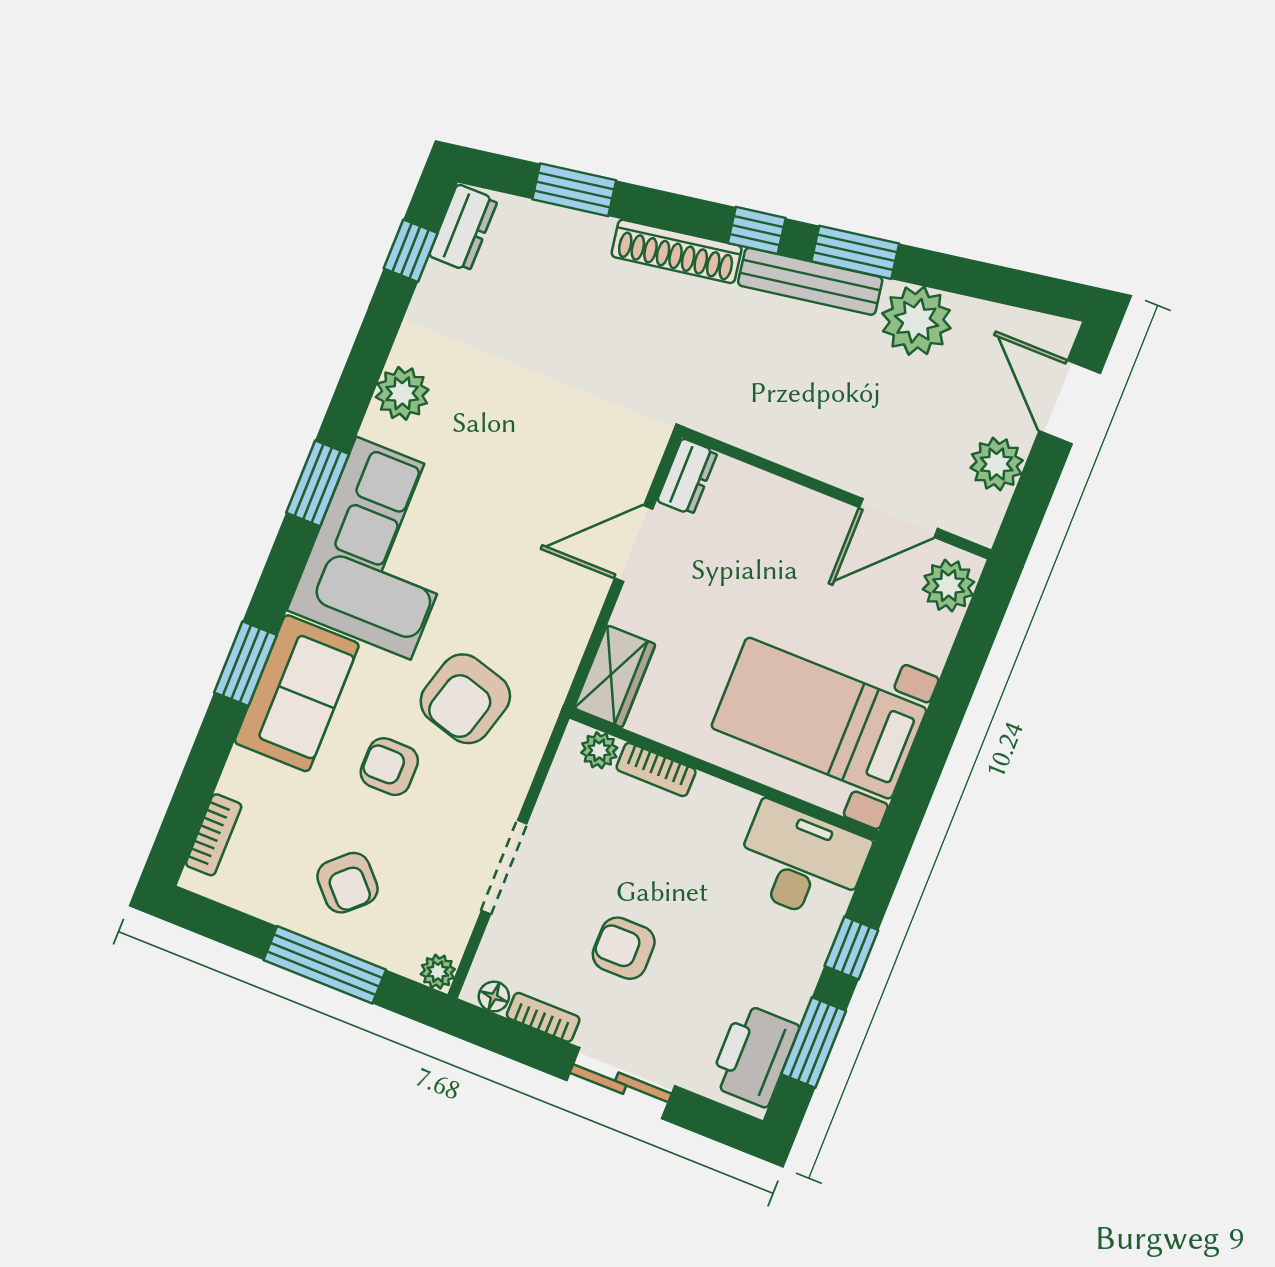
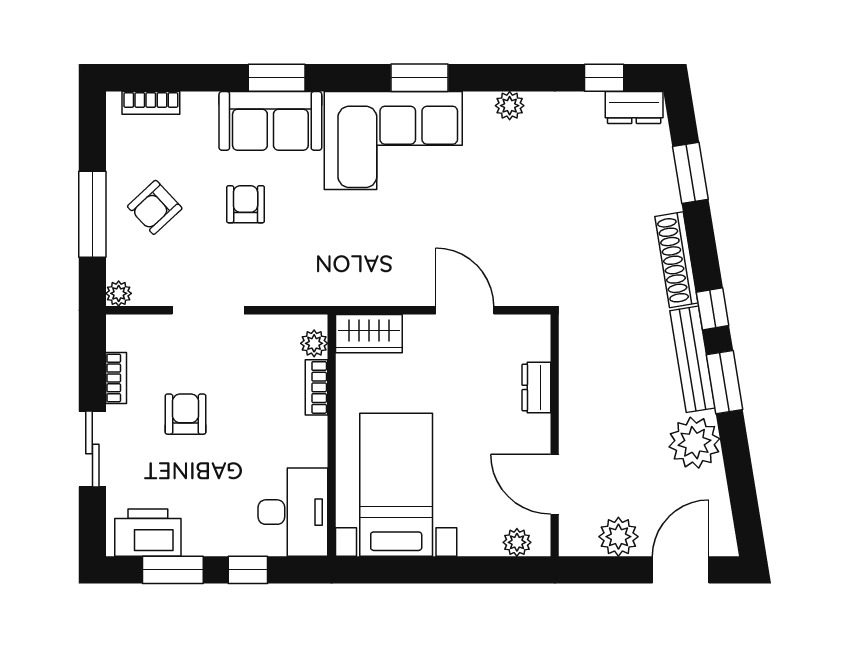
plant: (402, 393) -> (510, 106), width x0.73, depth x0.73
dresser: (687, 477) -> (536, 387), moved, turned 90
plant: (949, 586) -> (517, 542), width x0.73, depth x0.73
armchair: (465, 699) -> (313, 238), removed
floor lamp: (494, 997) -> (117, 339), removed

